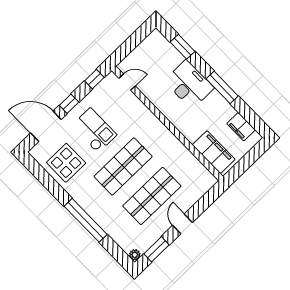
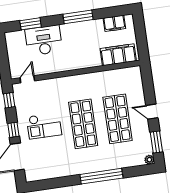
desk: (189, 84) -> (44, 40), moved
checkout: (94, 130) -> (44, 126), turned 180
display table: (66, 163) -> (52, 161), removed

